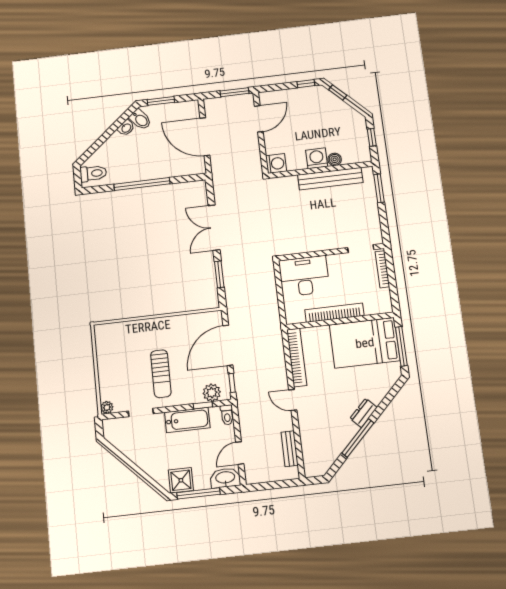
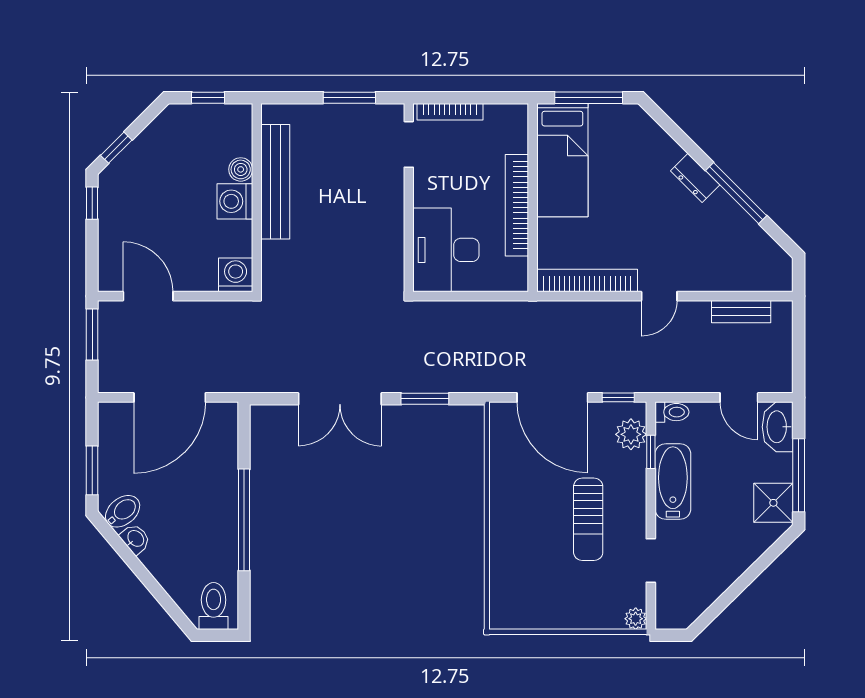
window: (379, 188) -> (349, 98), moved
bed: (365, 343) -> (562, 160), width x0.67
sun lounger: (161, 374) -> (588, 519), turned 90

